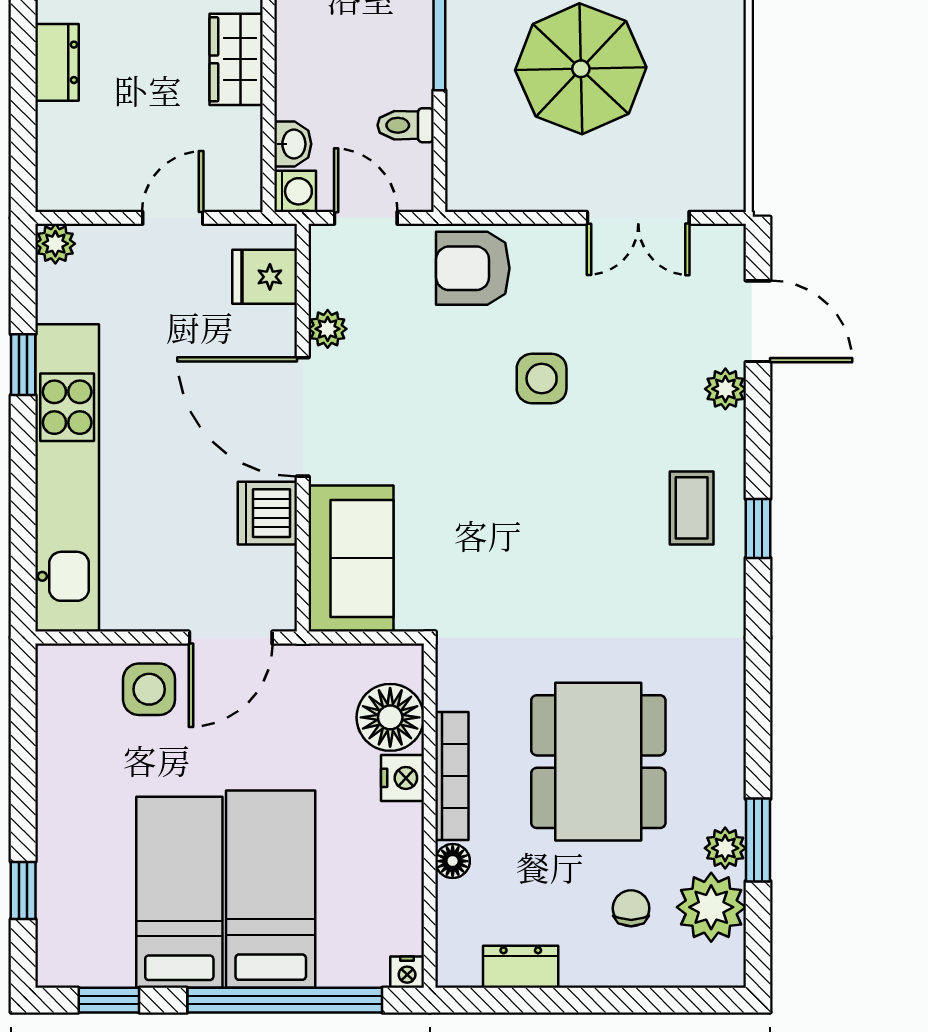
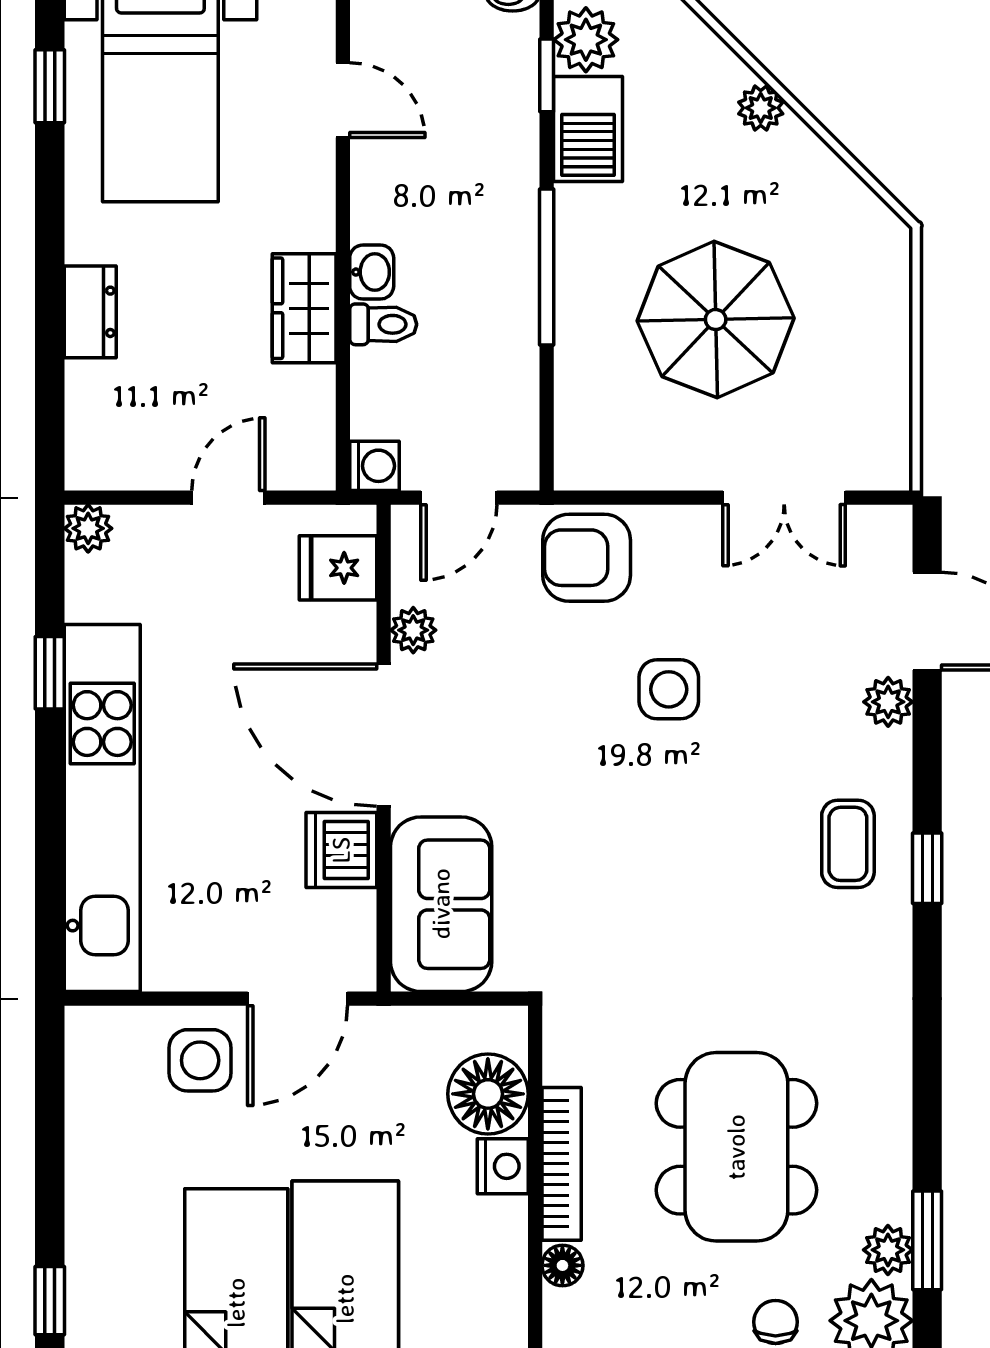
toilet: (406, 125) -> (383, 324), moved, turned 180
washbasin: (293, 144) -> (372, 272), moved
door: (366, 218) -> (459, 498), swing flipped

